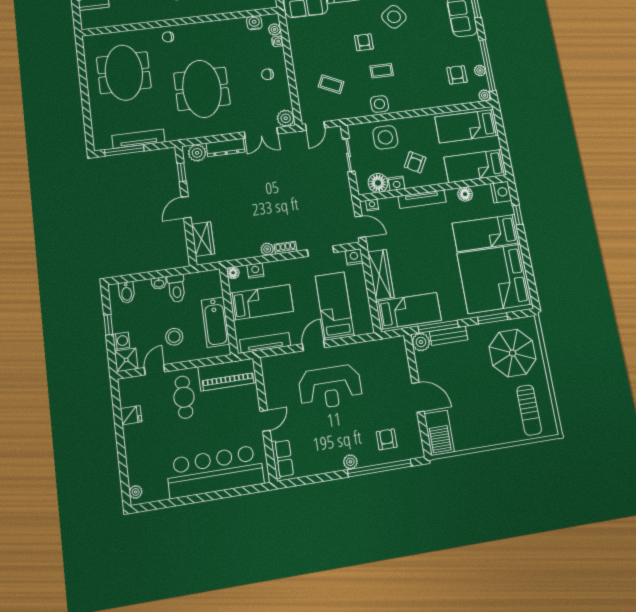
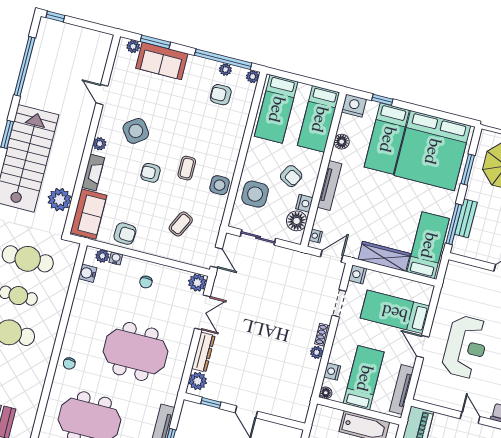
armchair: (302, 41) -> (125, 234), added
wardrobe: (203, 239) -> (283, 408), removed
plant: (421, 342) -> (461, 247), removed

